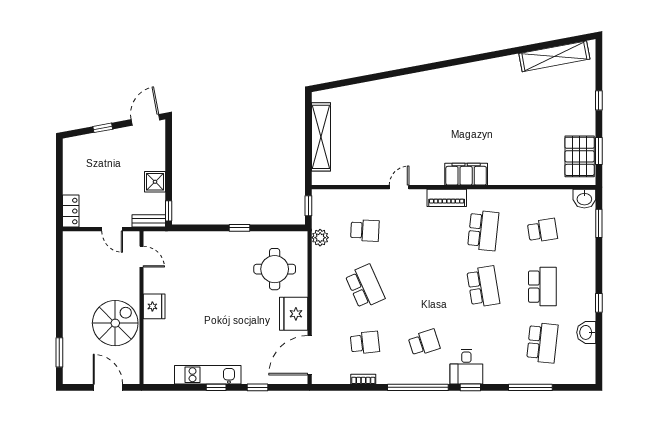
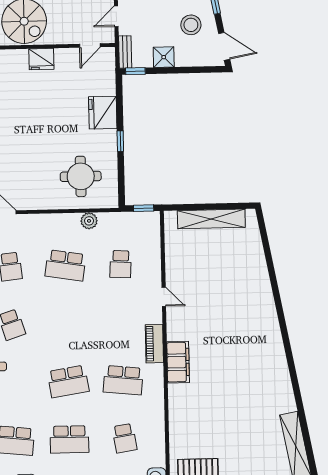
stool: (123, 153) -> (191, 25), added
plant: (320, 238) -> (89, 221), moved
school desk: (365, 287) -> (66, 265), turned 33
fridge: (294, 314) -> (103, 113), moved, turned -90

